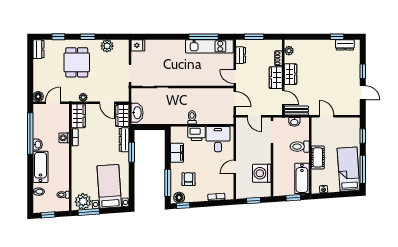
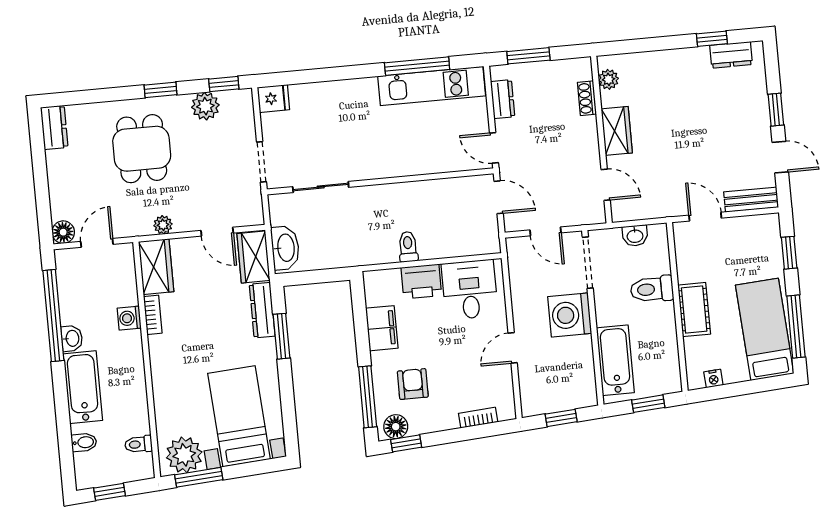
window: (58, 37) -> (224, 84), moved
wardrobe: (276, 78) -> (585, 142), removed
bench: (296, 111) -> (751, 200), moved
washing machine: (262, 173) -> (570, 315), moved
bathtub: (302, 178) -> (615, 360), moved, turned 180

